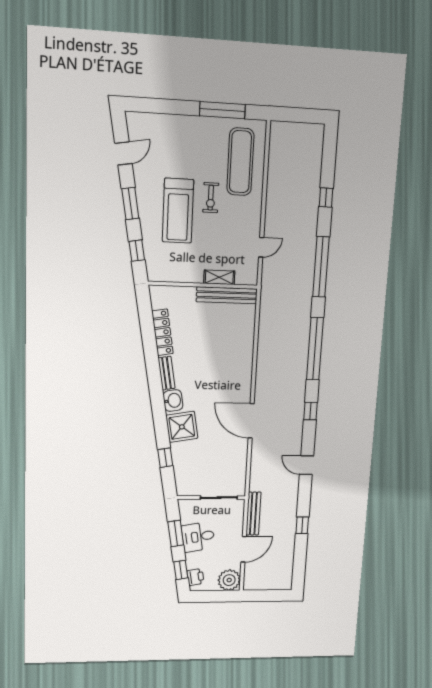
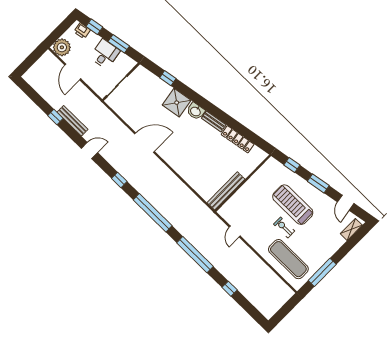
shelving: (219, 277) -> (351, 229), moved
bench: (253, 514) -> (73, 121), moved

